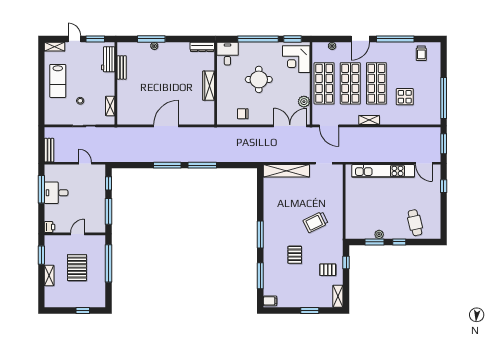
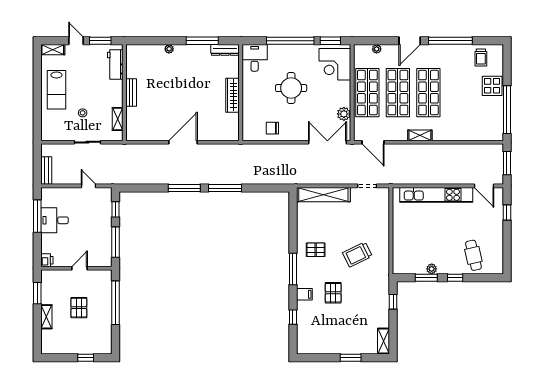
window: (151, 39) -> (202, 41), moved
bench: (122, 67) -> (131, 93), moved
display table: (405, 97) -> (492, 86), moved
pallet: (77, 268) -> (79, 308), width x0.67, depth x0.71
pallet: (328, 270) -> (316, 250), moved
window: (260, 276) -> (293, 317), width x0.46
filing cabinet: (270, 301) -> (304, 294), moved

